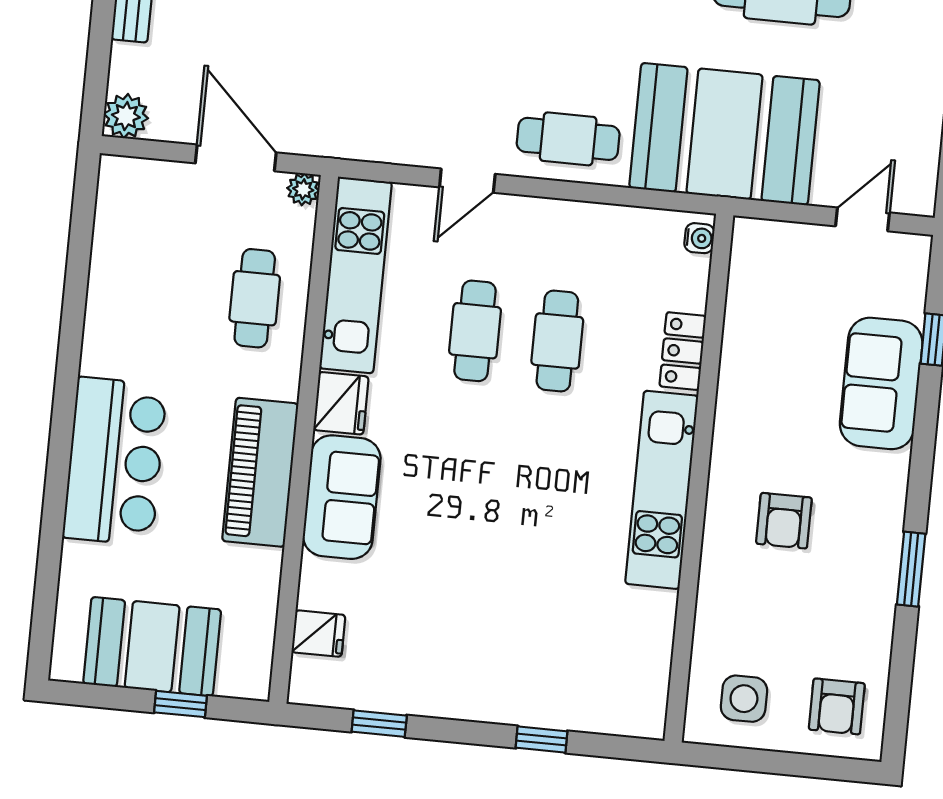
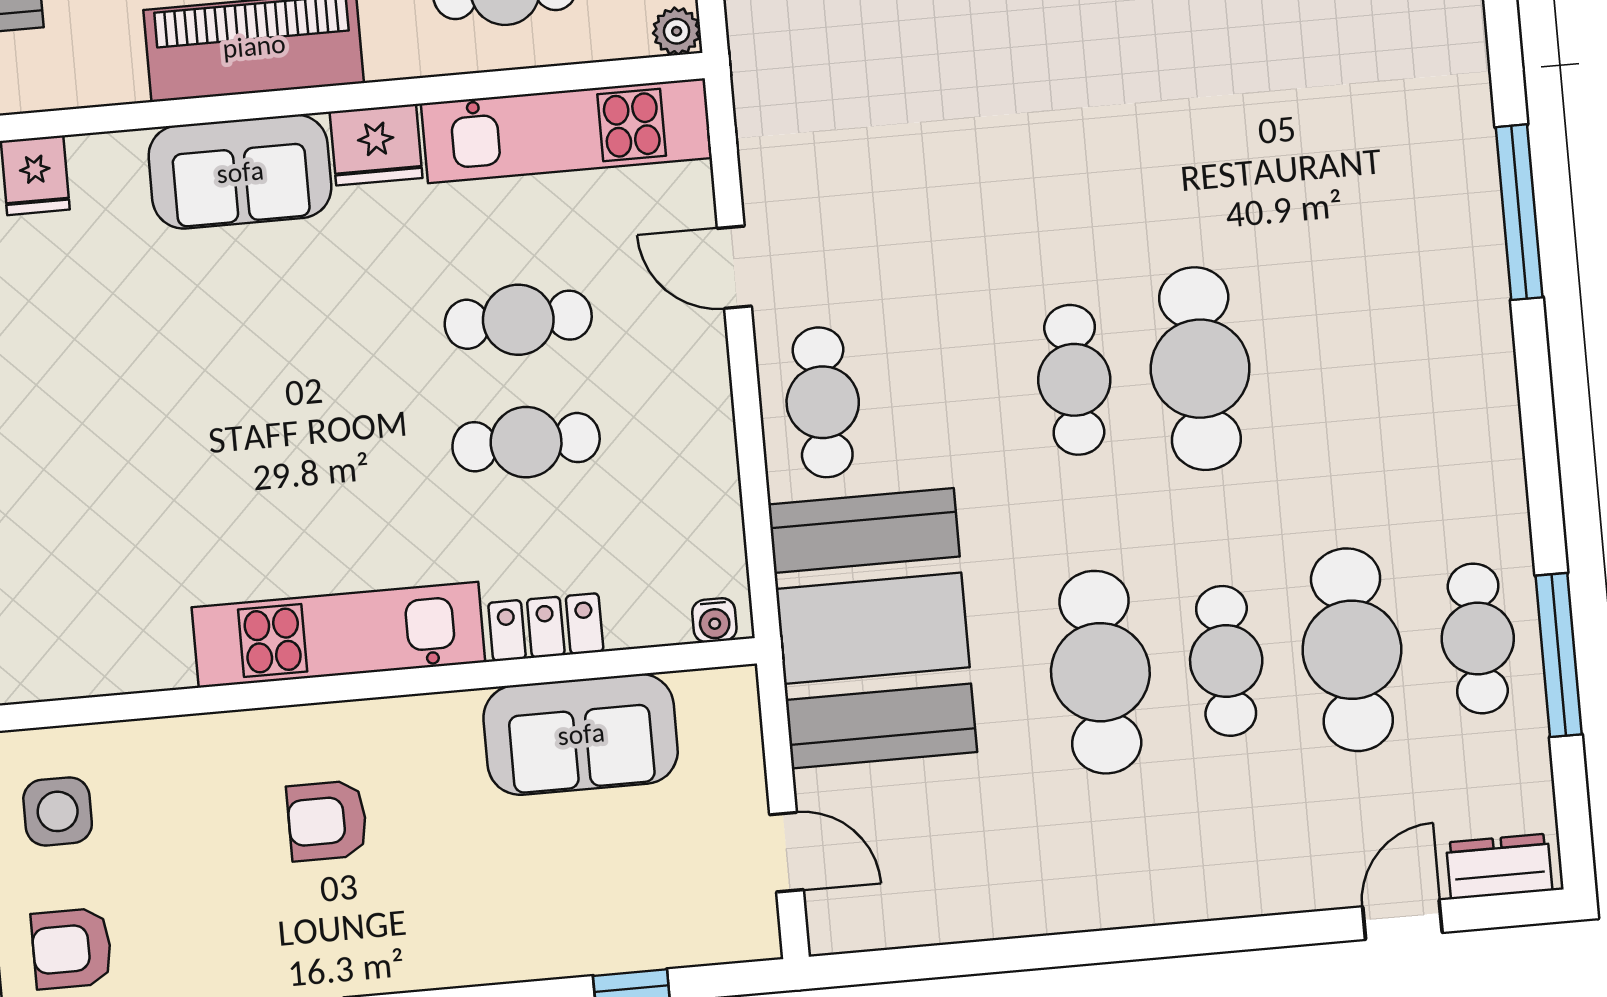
sofa: (881, 383) -> (581, 734), moved, turned 180

